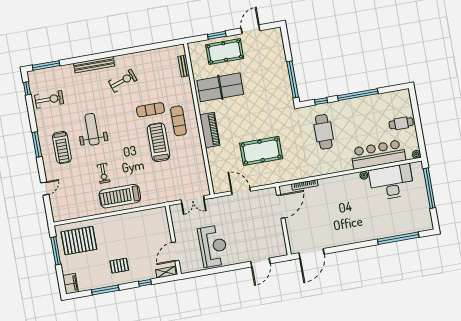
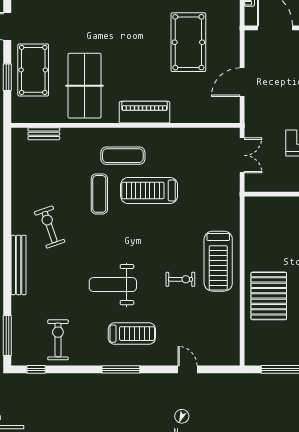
pallet: (79, 241) -> (269, 296), moved

